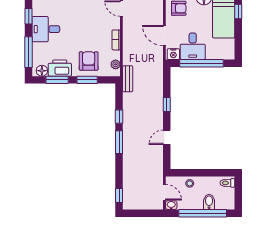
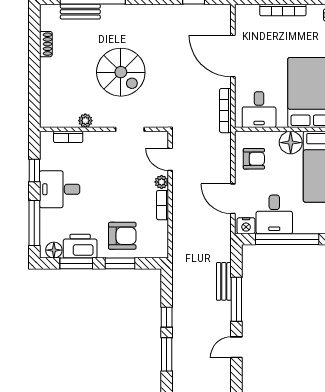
armchair: (89, 61) -> (122, 236), turned 90
plant: (116, 64) -> (162, 182), moved
bench: (128, 79) -> (224, 281), moved
window: (167, 104) -> (236, 299), width x2.17

